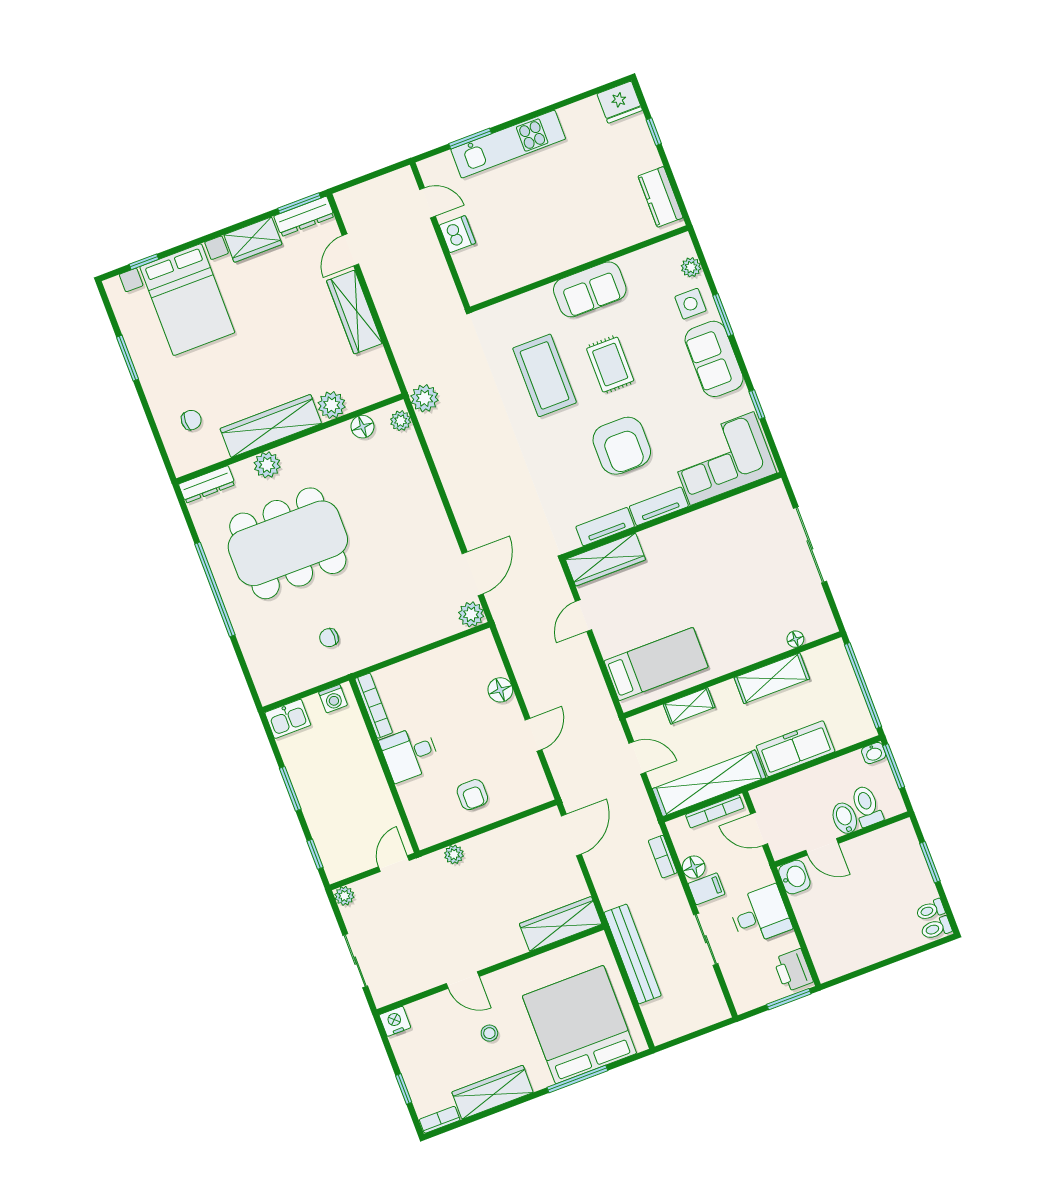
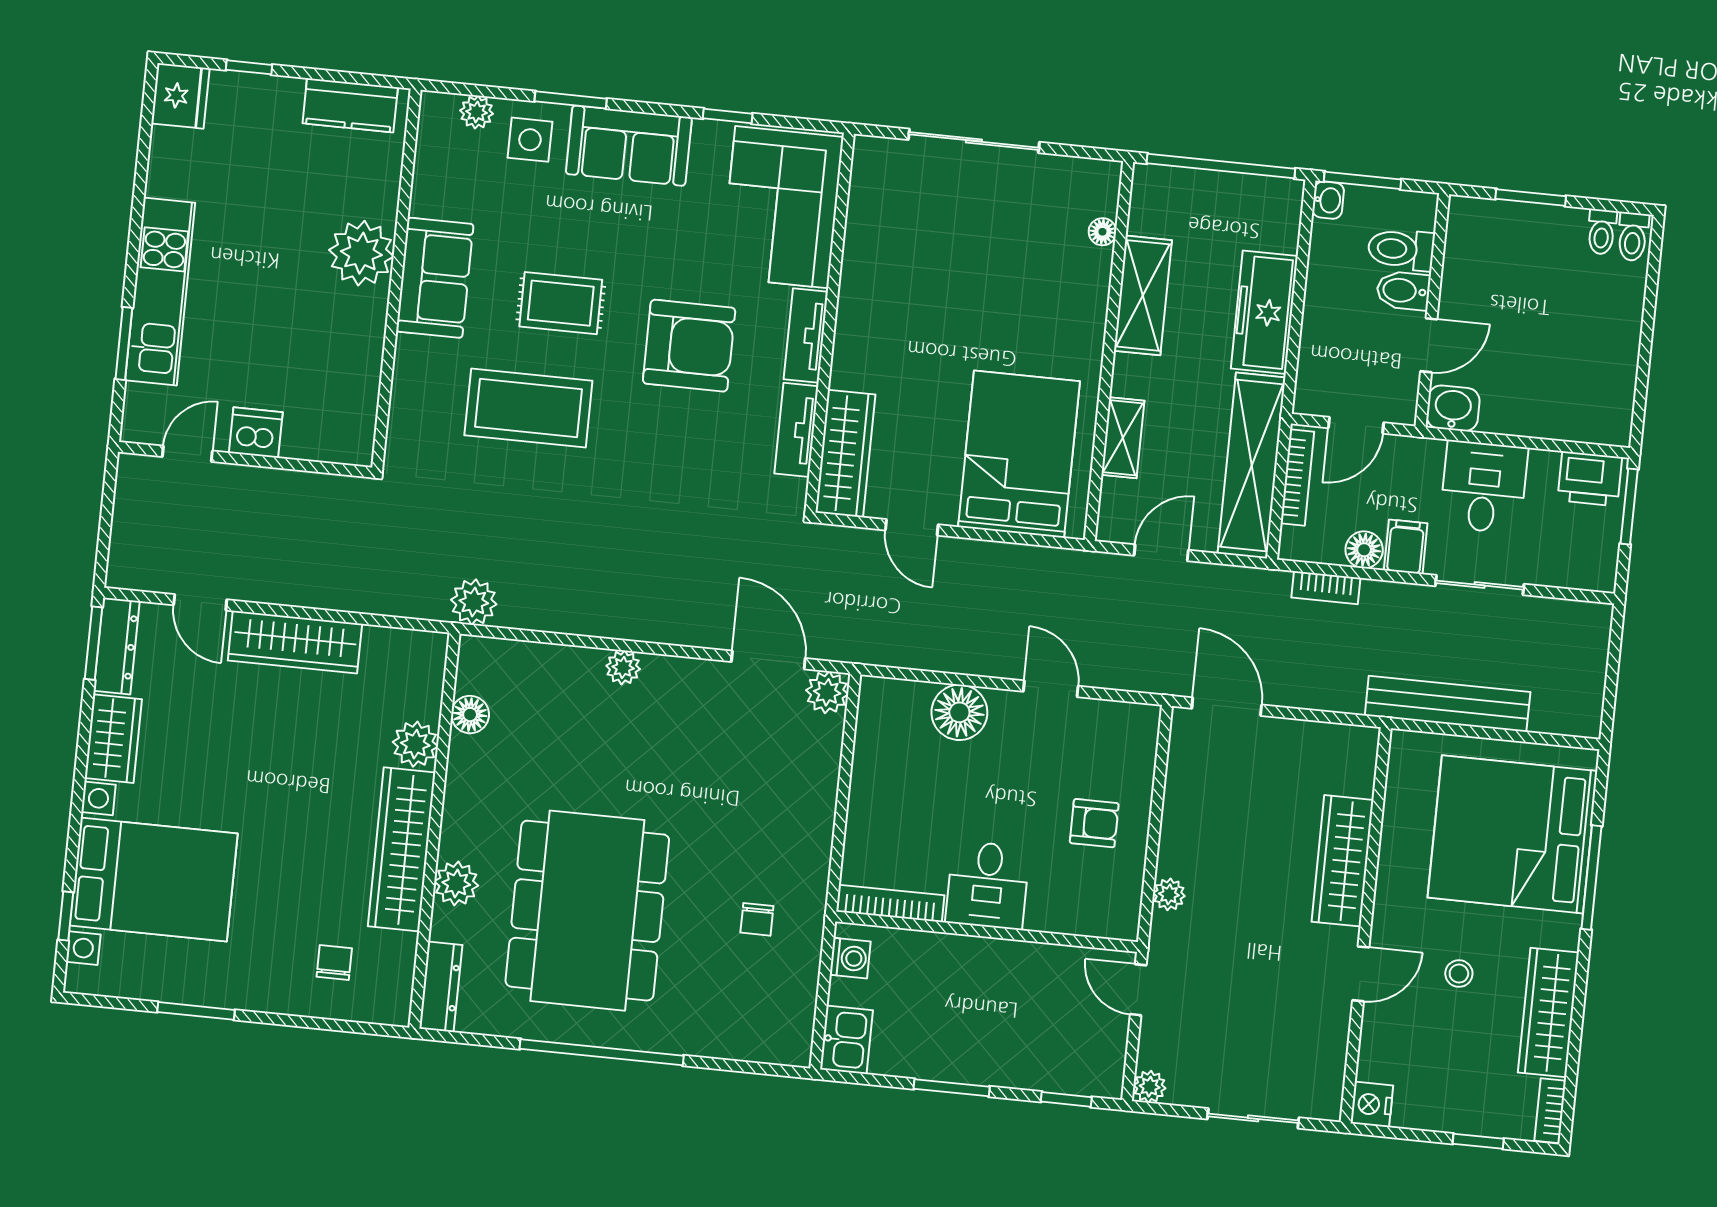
plant: (583, 243) -> (361, 253), added
plant: (401, 421) -> (623, 667), moved
bed: (656, 664) -> (1019, 454), width x1.50
floor lamp: (500, 690) -> (959, 712), width x1.38, depth x1.38
wardrobe: (561, 924) -> (1343, 861), moved

